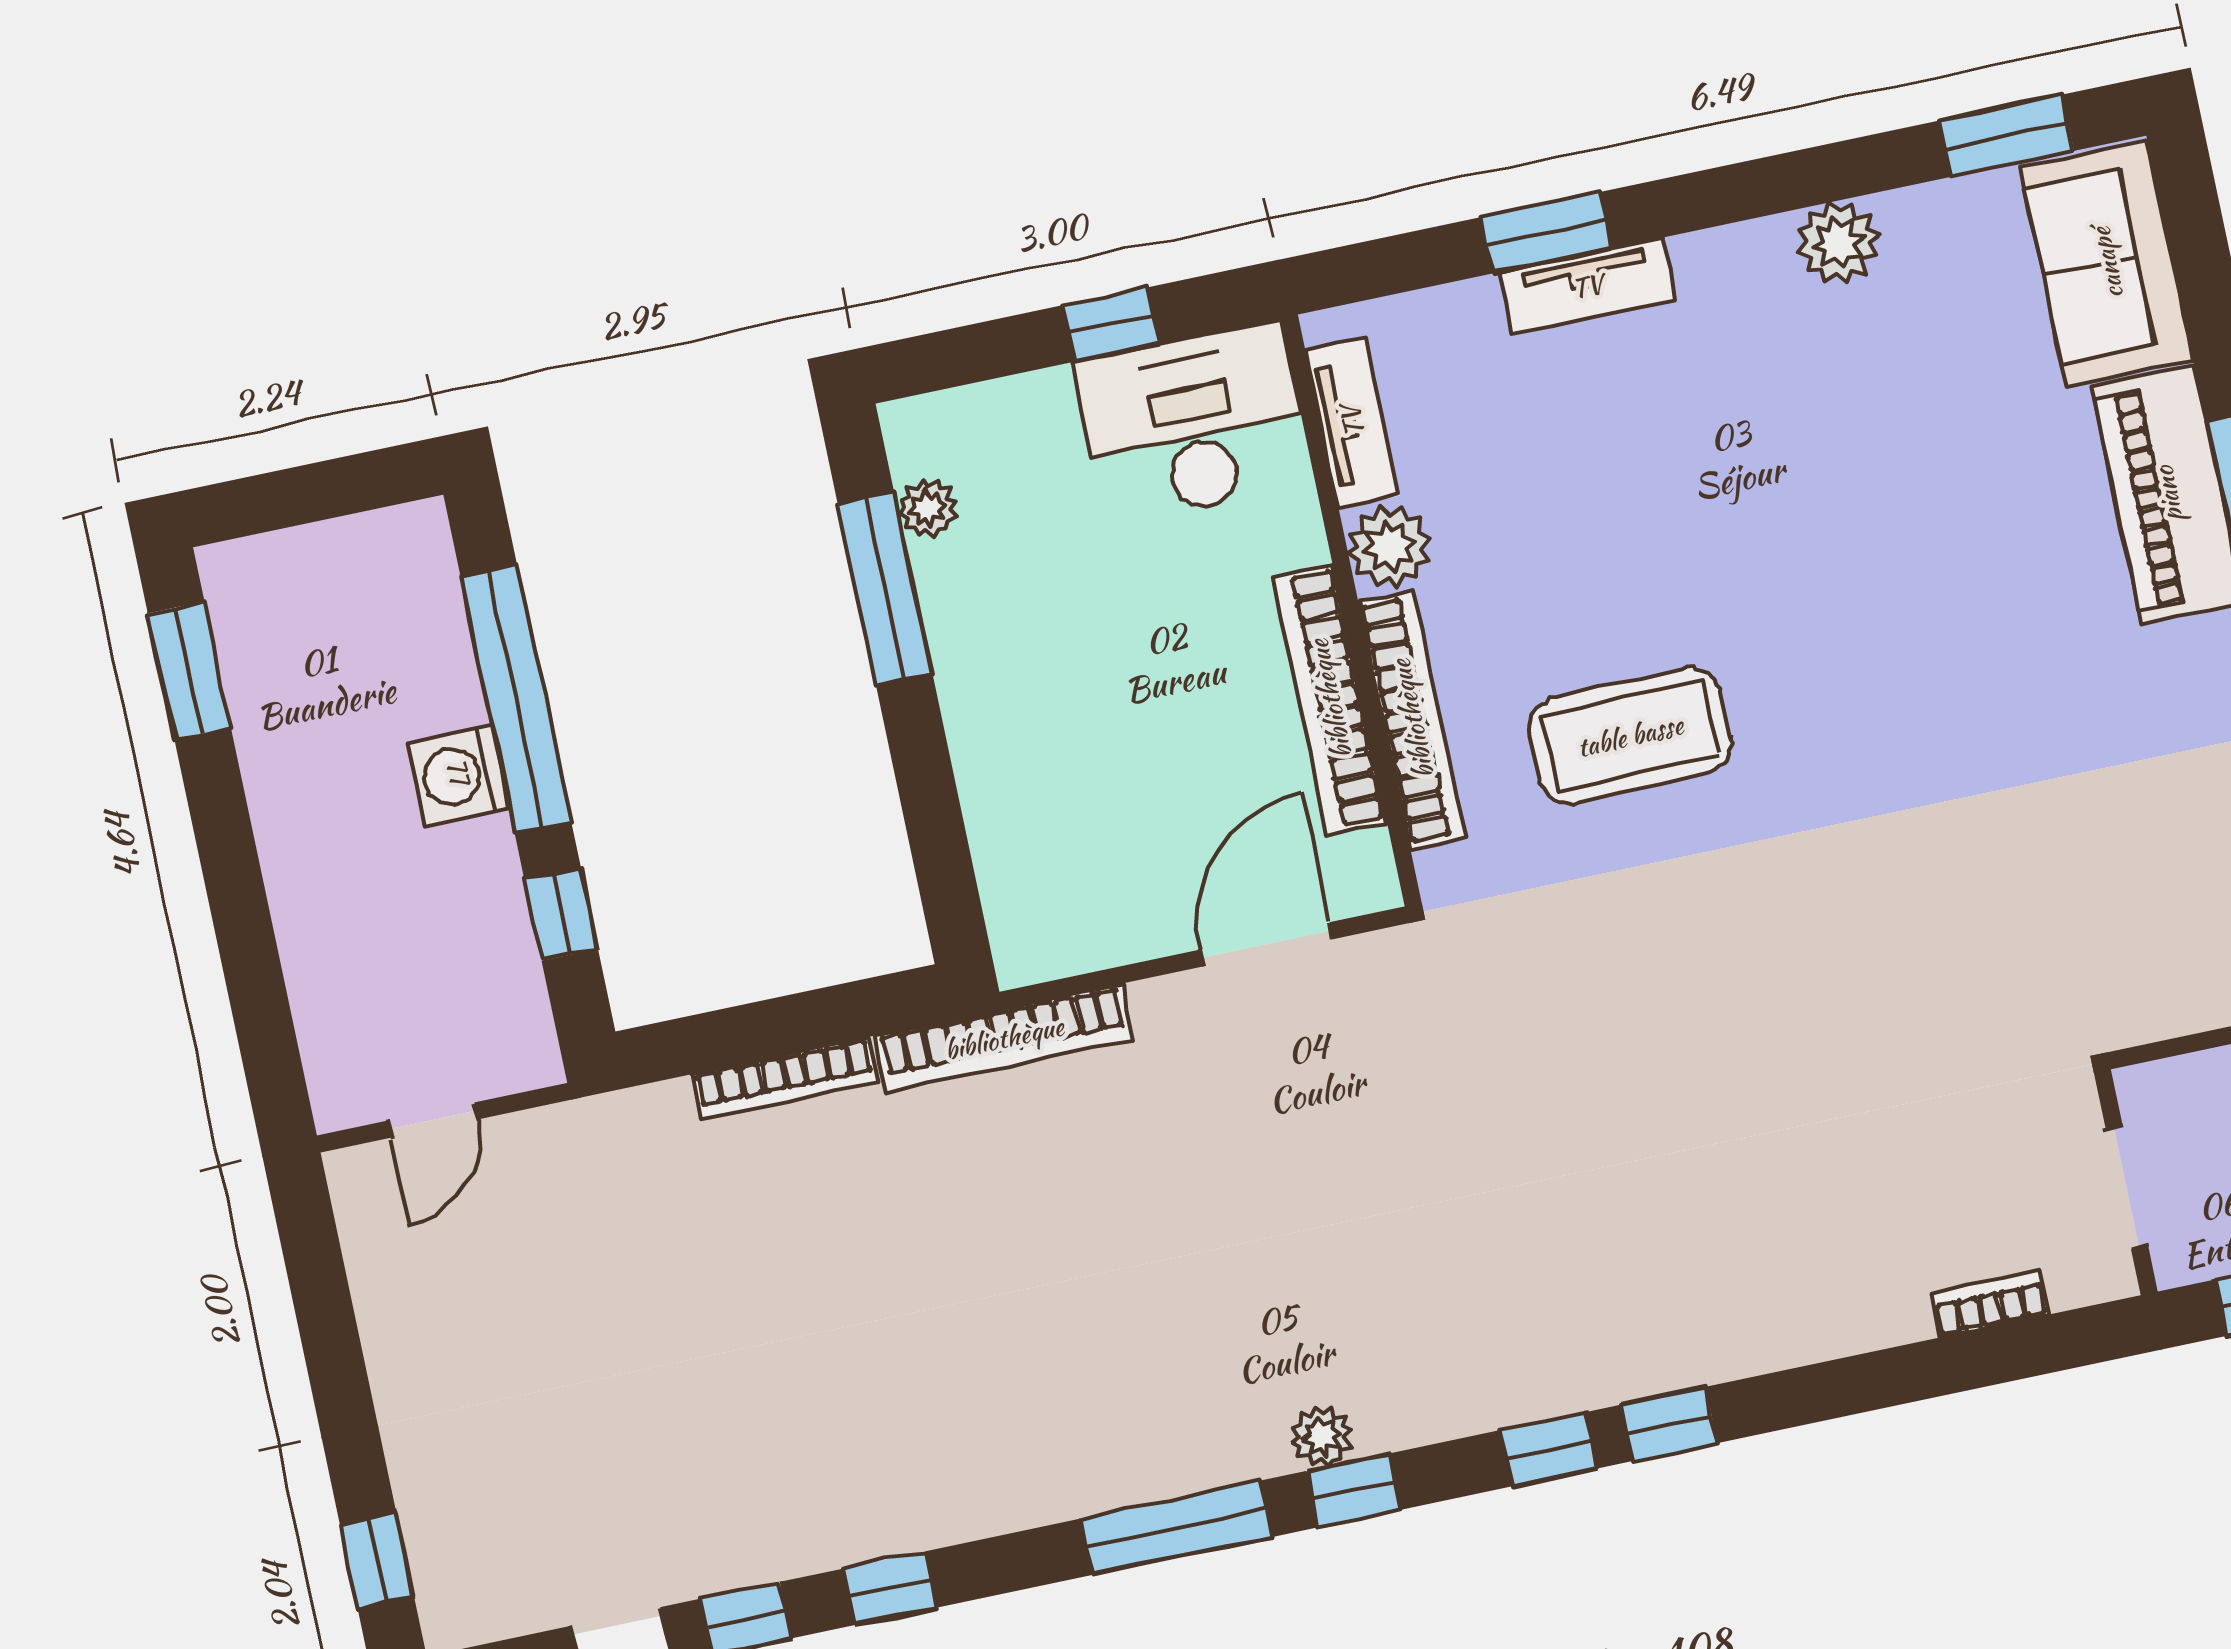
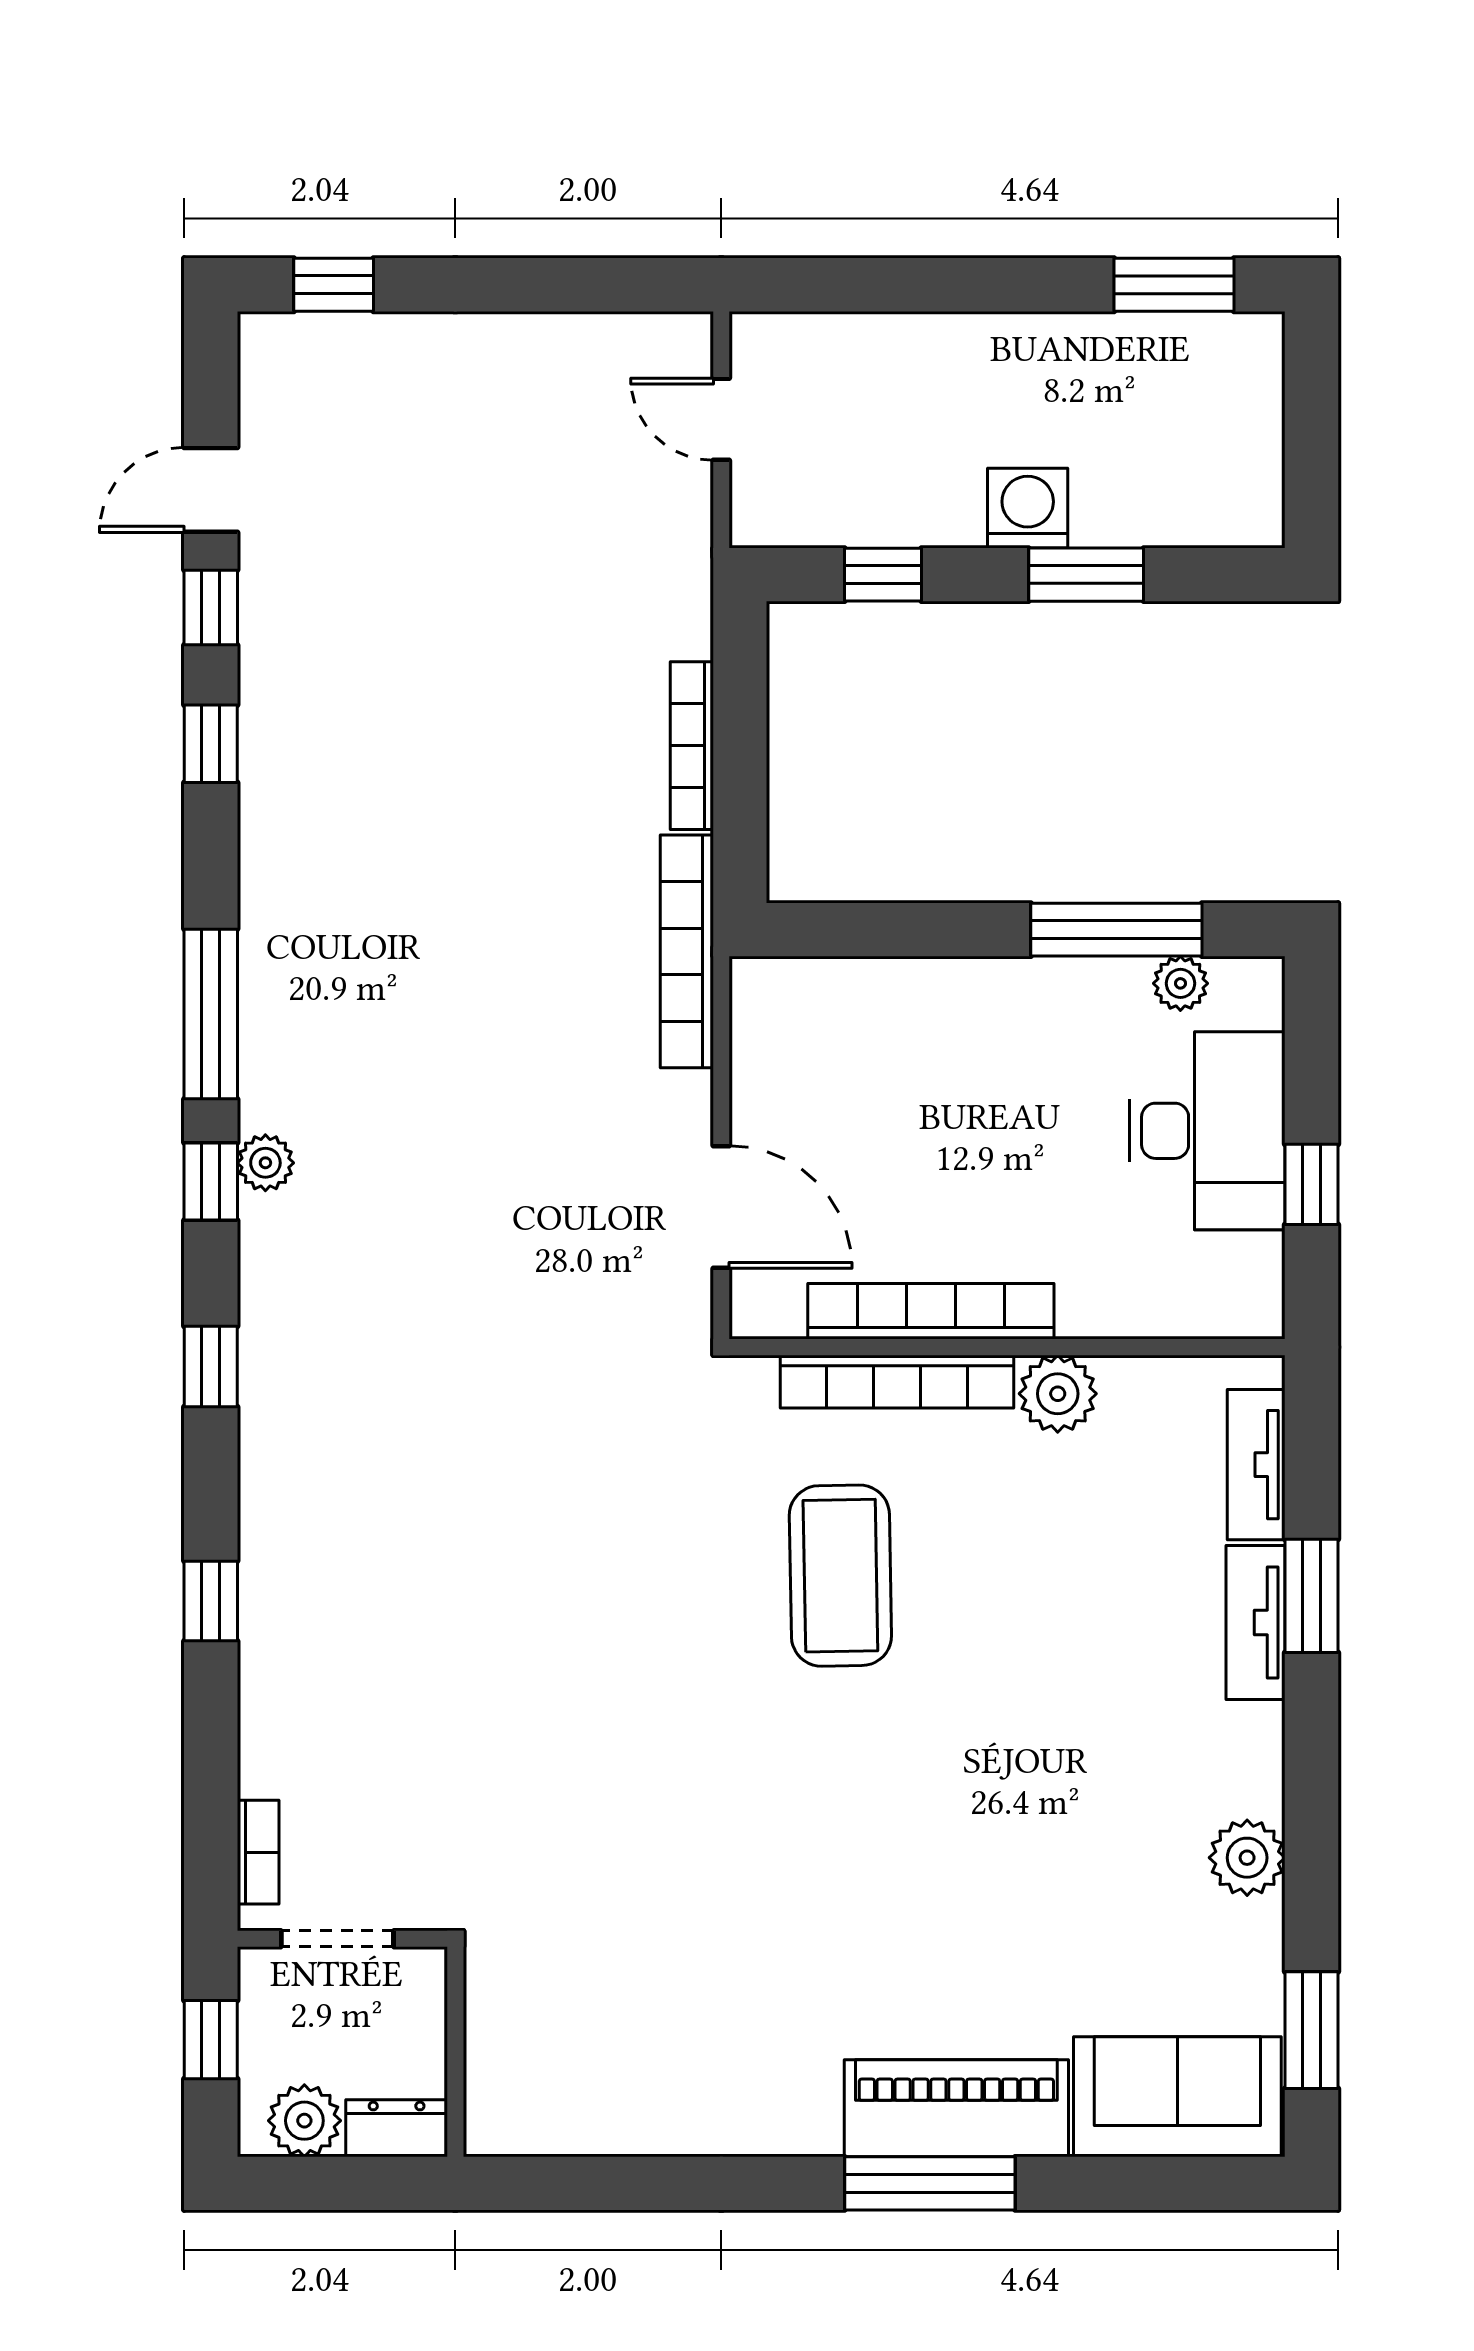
tv unit: (1352, 422) -> (1256, 1465), moved, turned 90
desk: (1193, 423) -> (1207, 1131), moved
window: (516, 699) -> (1086, 575), width x0.47
bookcase: (1990, 1304) -> (258, 1852), moved
window: (1669, 1424) -> (211, 1601), moved

